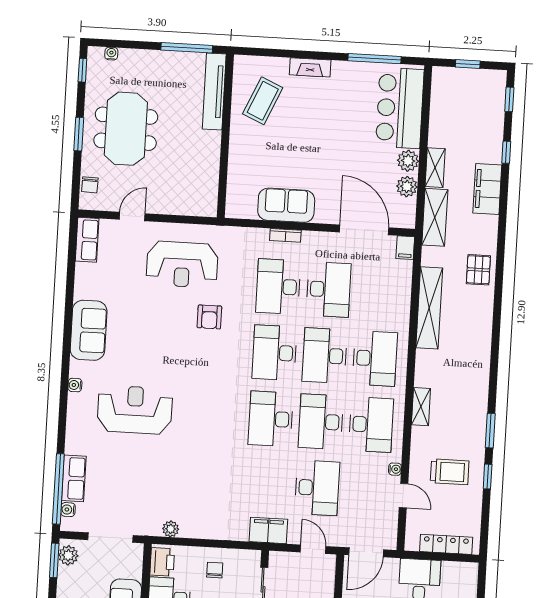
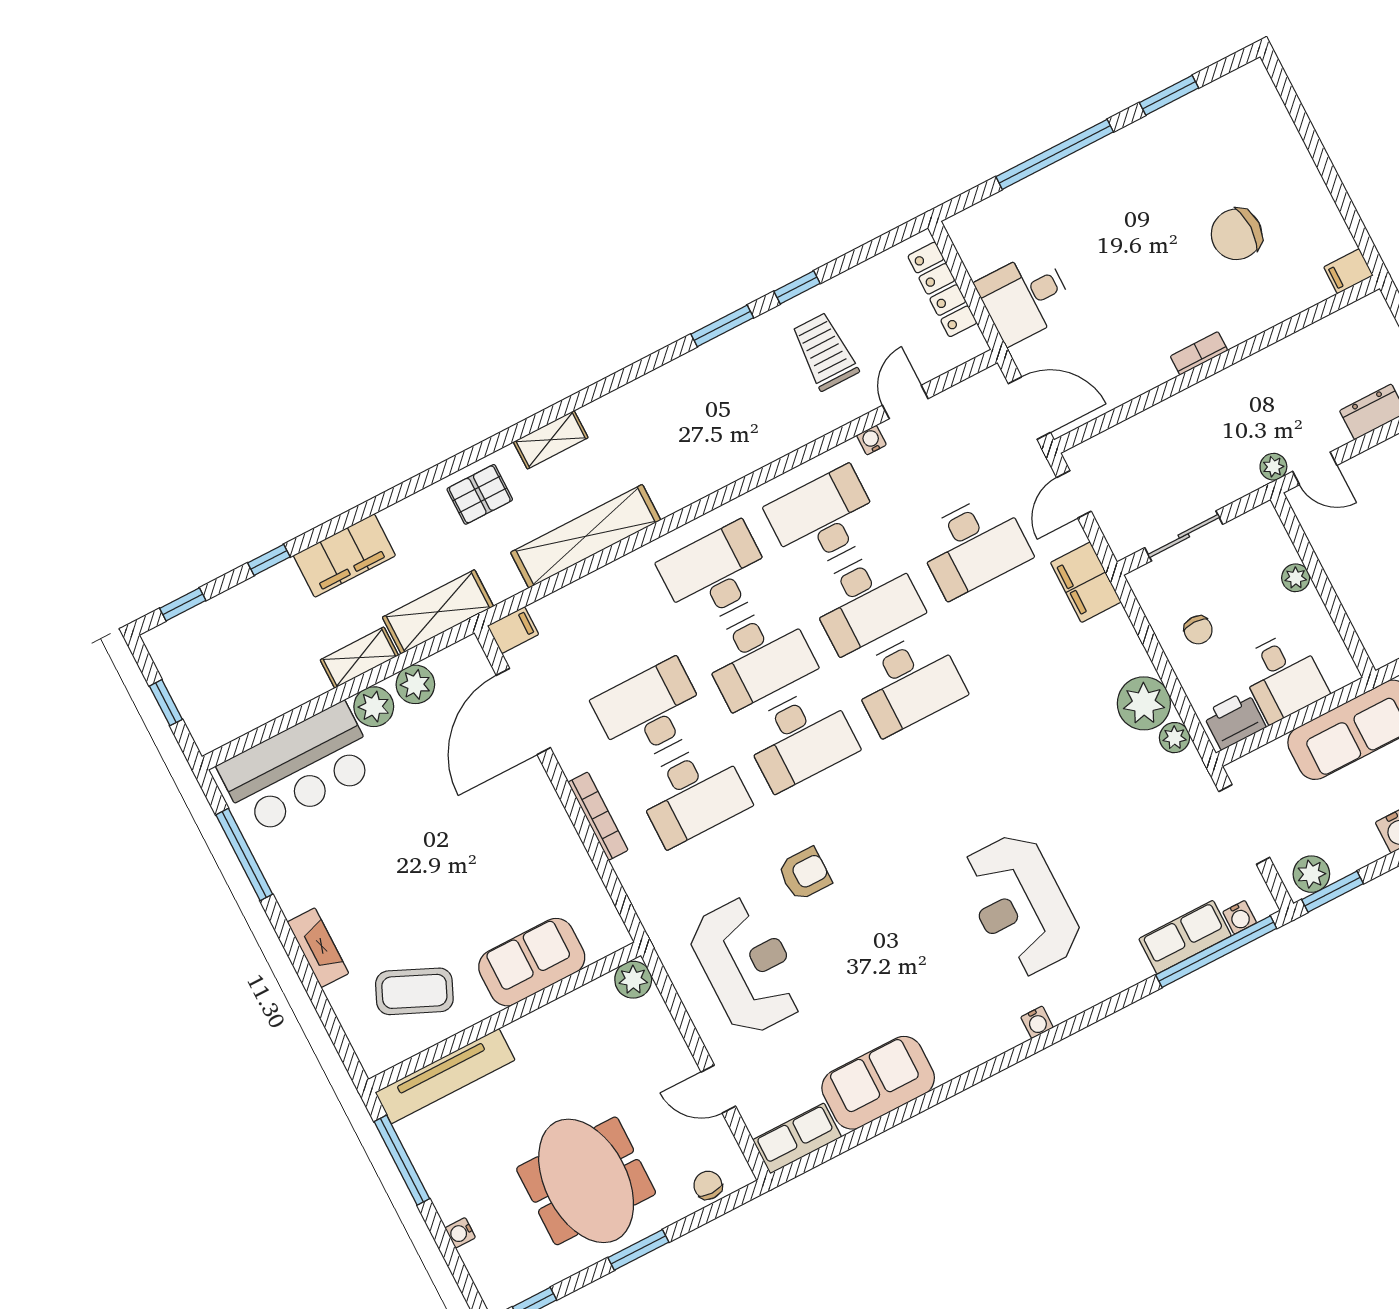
water cooler: (111, 54) -> (460, 1233), moved
meeting table: (126, 129) -> (586, 1181), turned 90
chair: (90, 185) -> (708, 1185), turned -92
sofa: (286, 205) -> (532, 962), moved, turned 90
plant: (207, 207) -> (633, 980), added
bookcase: (285, 235) -> (598, 816), width x1.56
sofa: (89, 330) -> (878, 1083), moved
shelving: (421, 407) -> (551, 440), moved
desk: (317, 488) -> (973, 545), turned 180
plant: (195, 524) -> (1144, 703), added
chair: (215, 570) -> (1198, 630), turned -90

